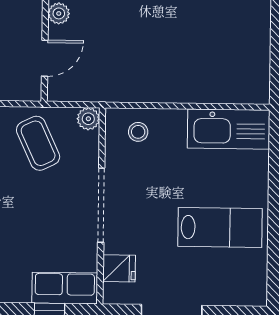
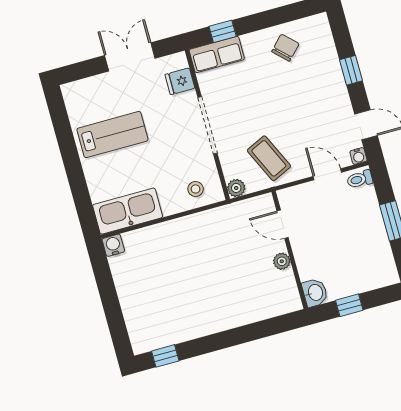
door: (45, 58) -> (283, 224), hinge flipped
water cooler: (258, 92) -> (113, 245), added
lab bench: (220, 227) -> (112, 135), turned 180

